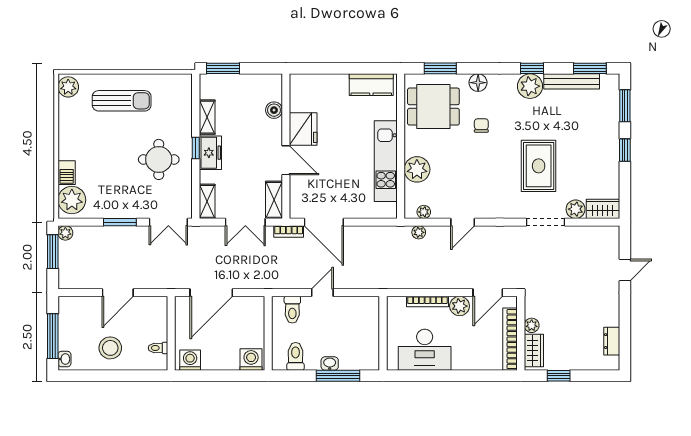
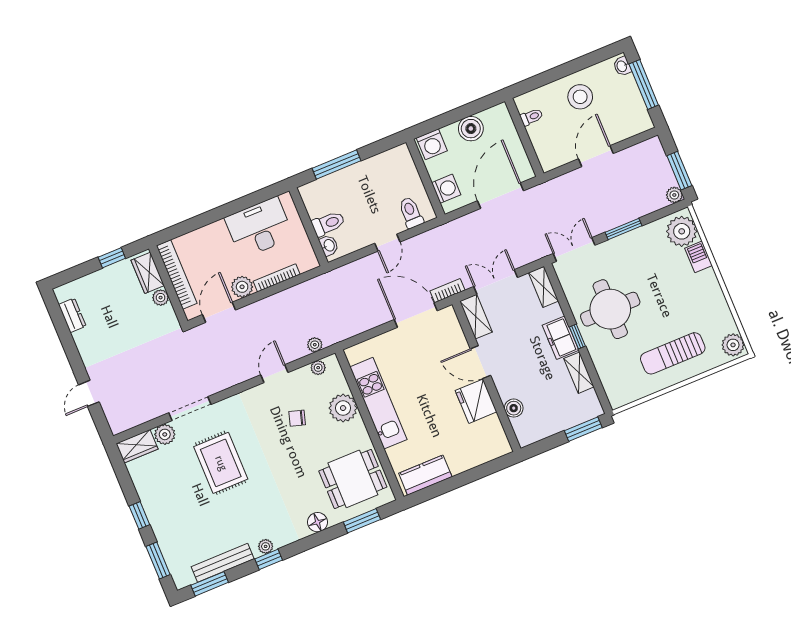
plant: (530, 86) -> (266, 546), width x0.53, depth x0.53
chair: (481, 125) -> (297, 418), moved, turned 107
round table: (159, 159) -> (610, 309), width x1.36, depth x1.36
toilet: (296, 356) -> (328, 224), moved, turned -90
boiler: (213, 359) -> (471, 129), added
washing machine: (190, 360) -> (446, 189), moved, turned -90
washbasin: (330, 363) -> (329, 245), moved, turned -90

